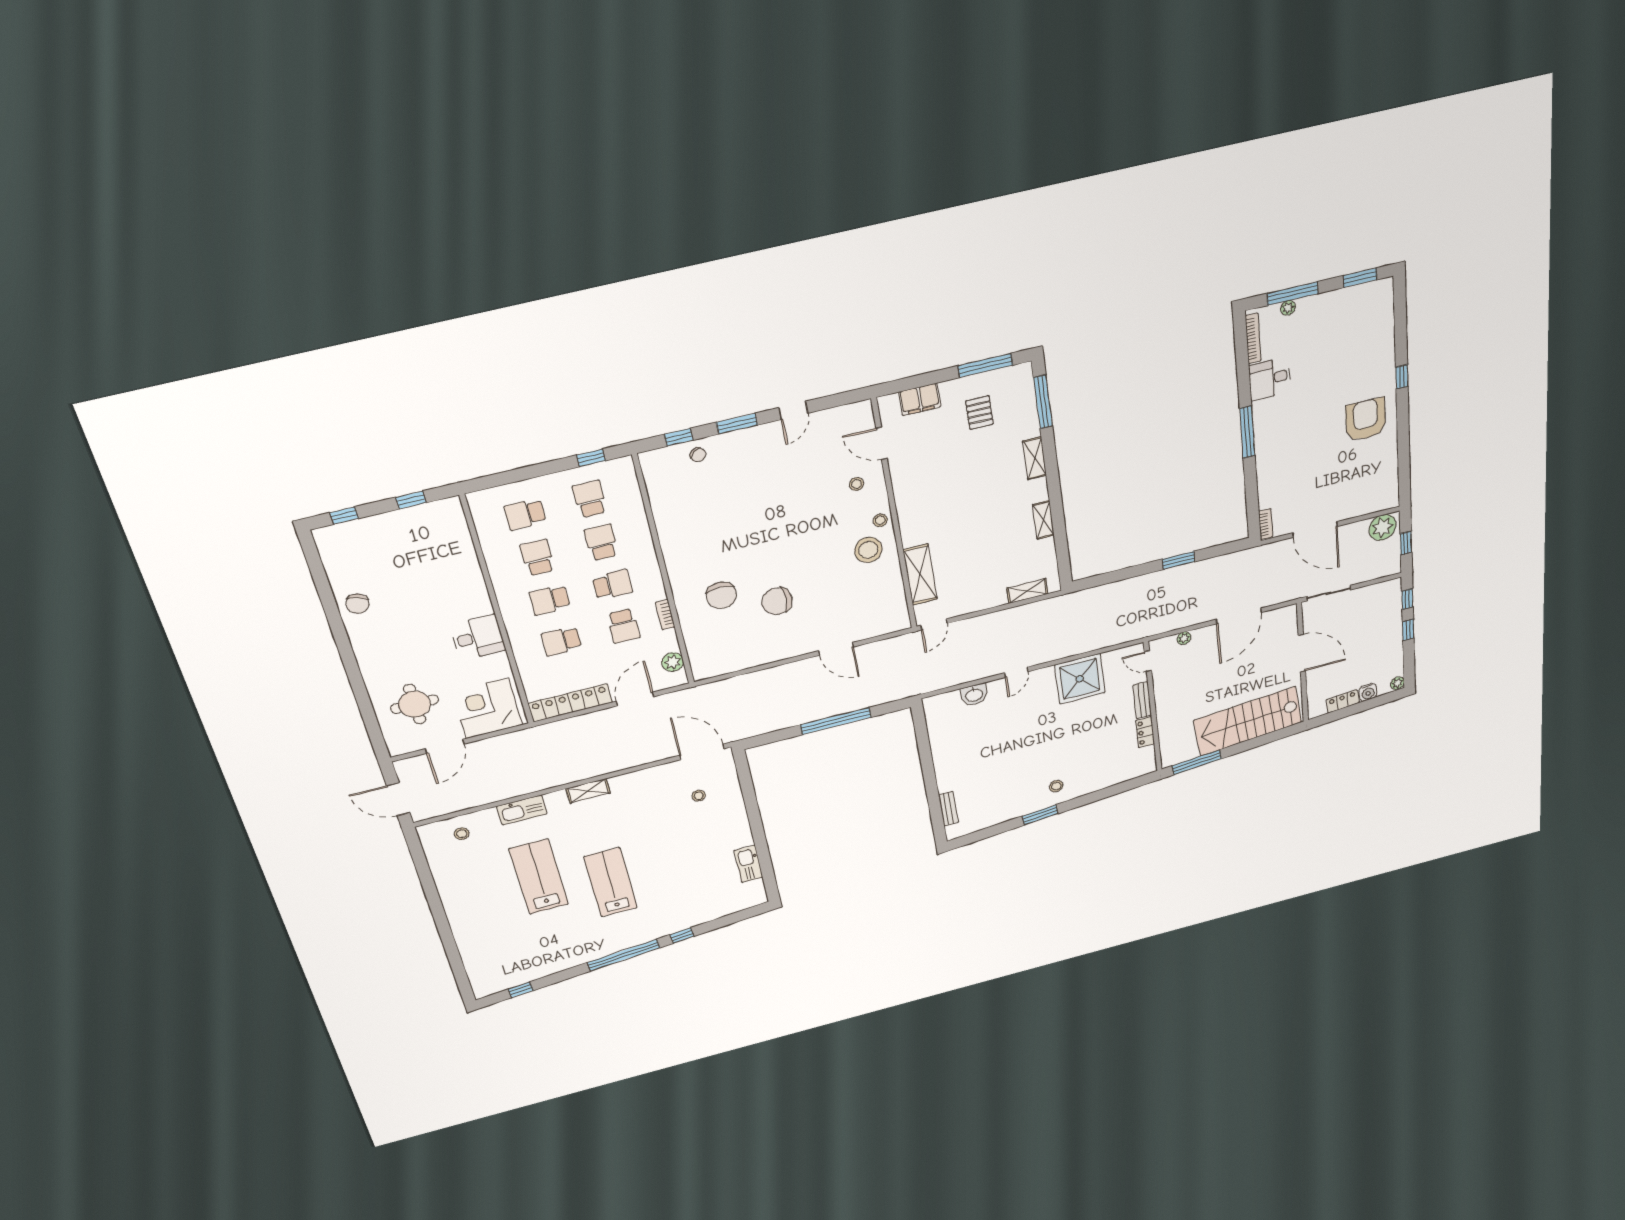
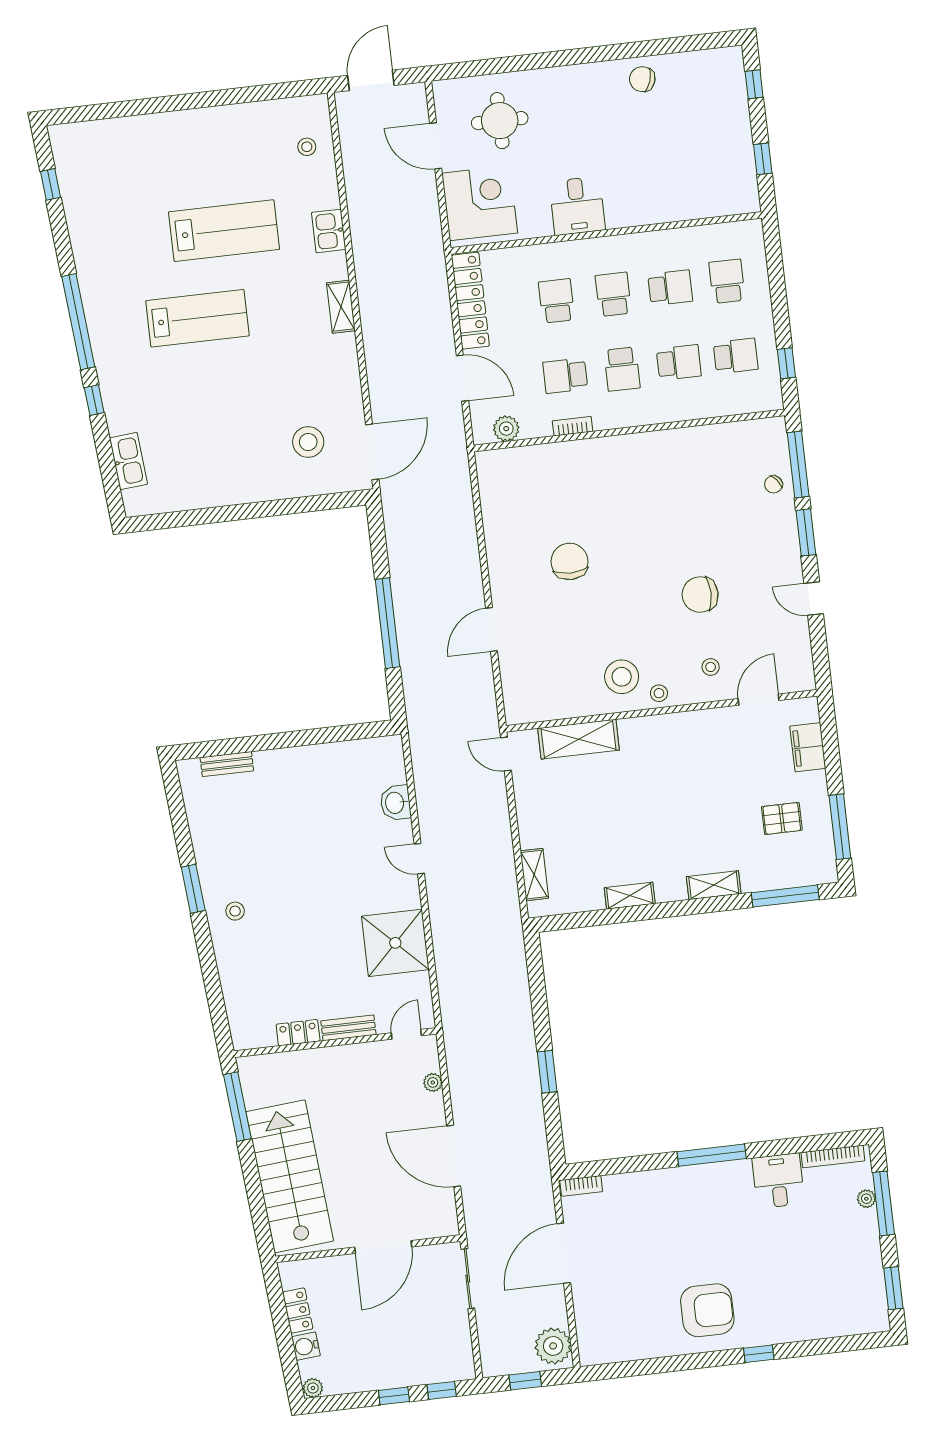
window: (679, 437) -> (798, 465), width x2.17
chair: (721, 595) -> (700, 595), moved
stool: (699, 796) -> (308, 442), width x1.89, depth x1.89
kitchen sink: (522, 810) -> (329, 231), width x0.73
kitchen sink: (748, 864) -> (128, 461), moved, turned 85

